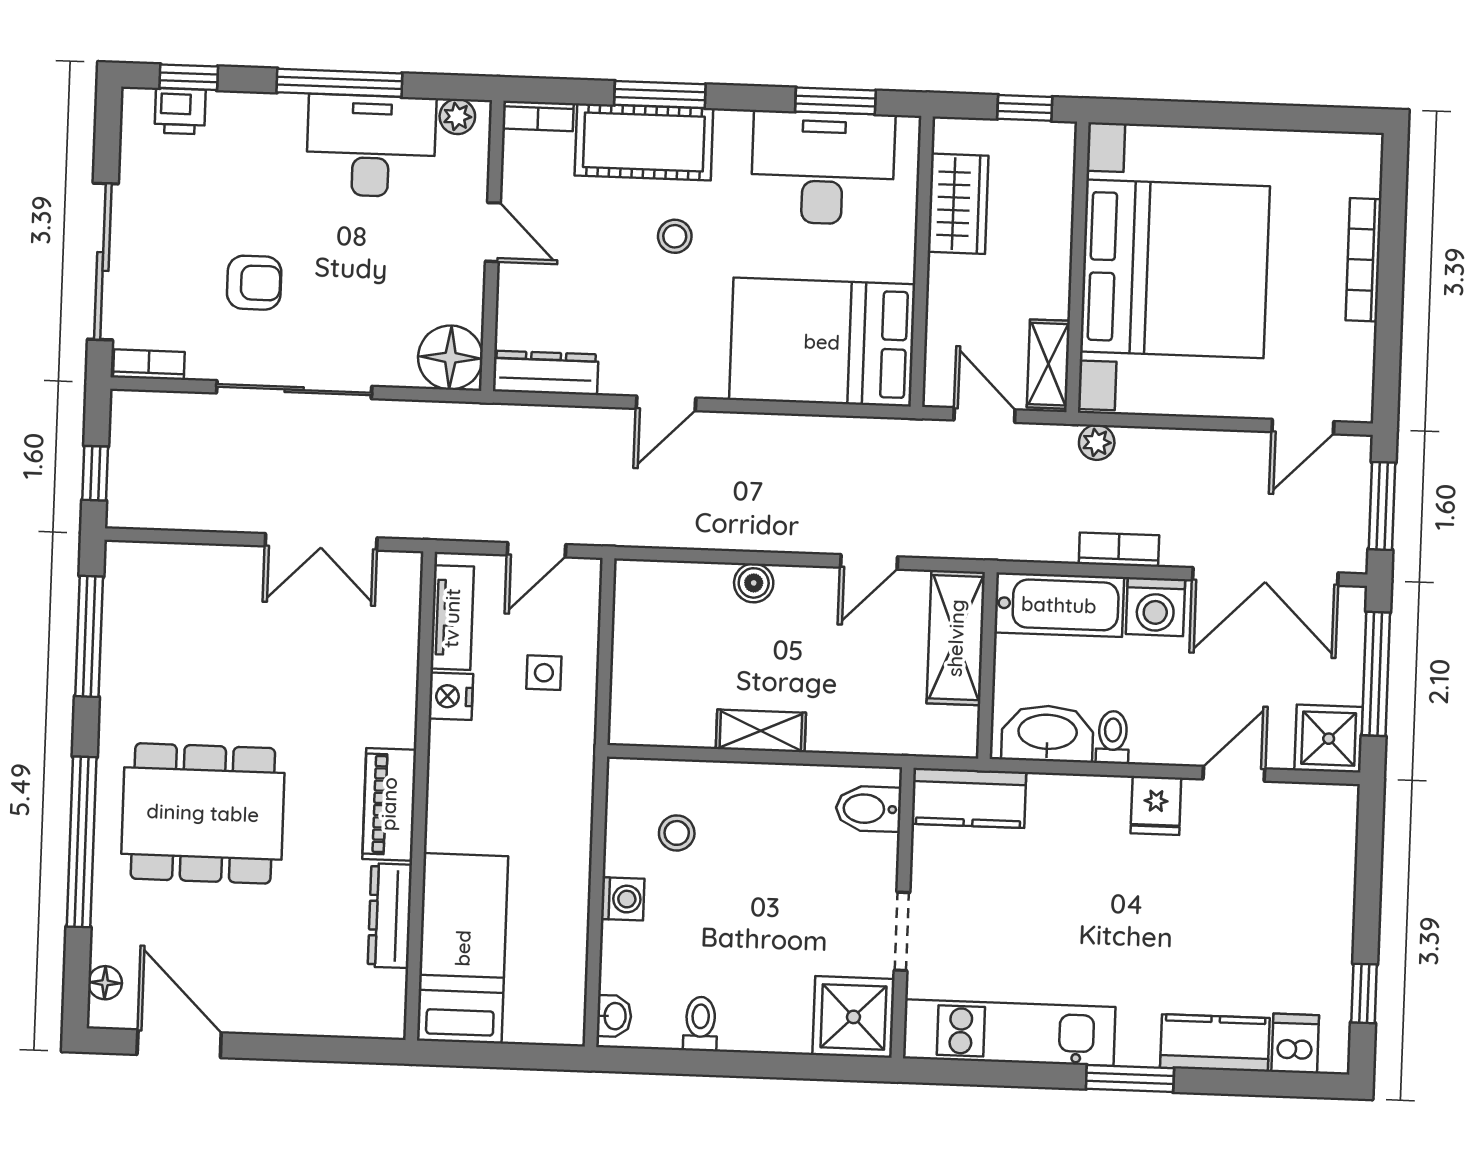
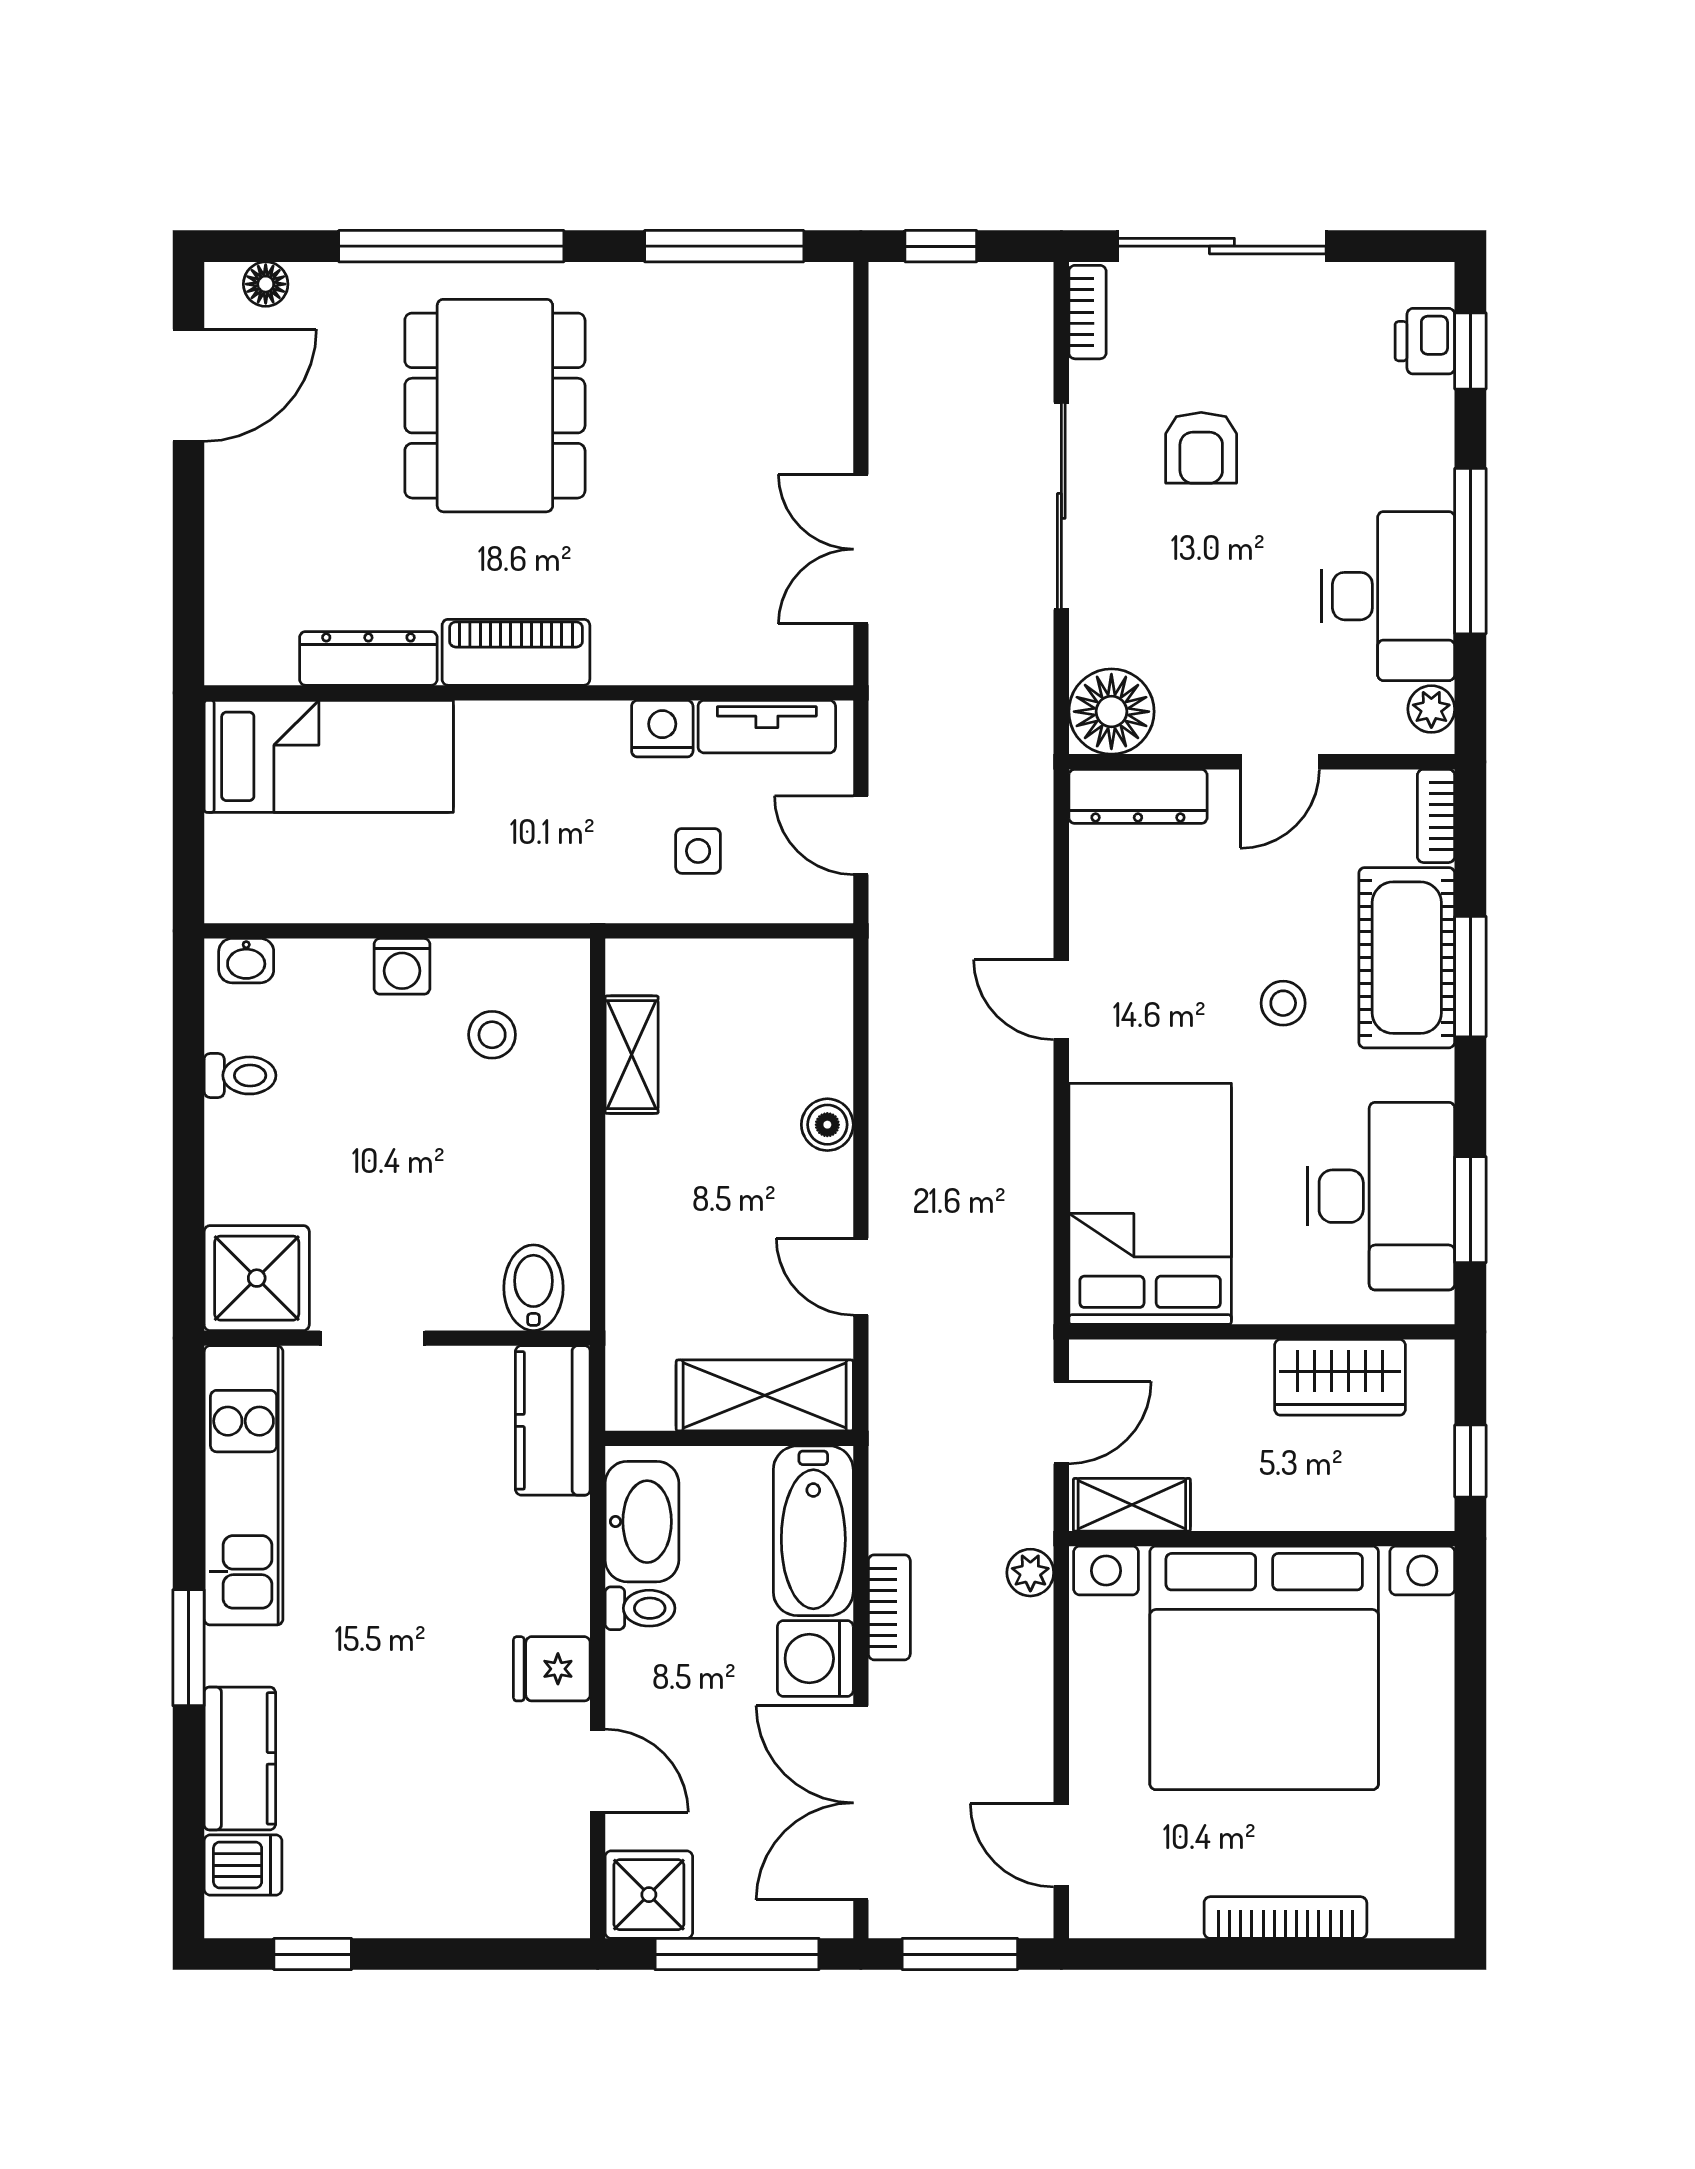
dresser: (546, 373) -> (1138, 796), moved, turned 90
shelving: (761, 731) -> (632, 1055), moved

